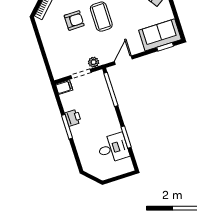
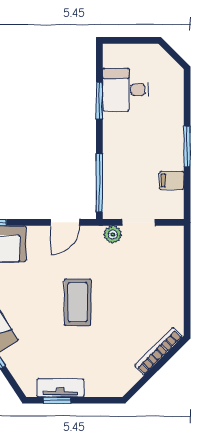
armchair: (74, 20) -> (122, 310), removed
filing cabinet: (64, 87) -> (172, 180), moved
printer: (73, 118) -> (173, 158), removed

